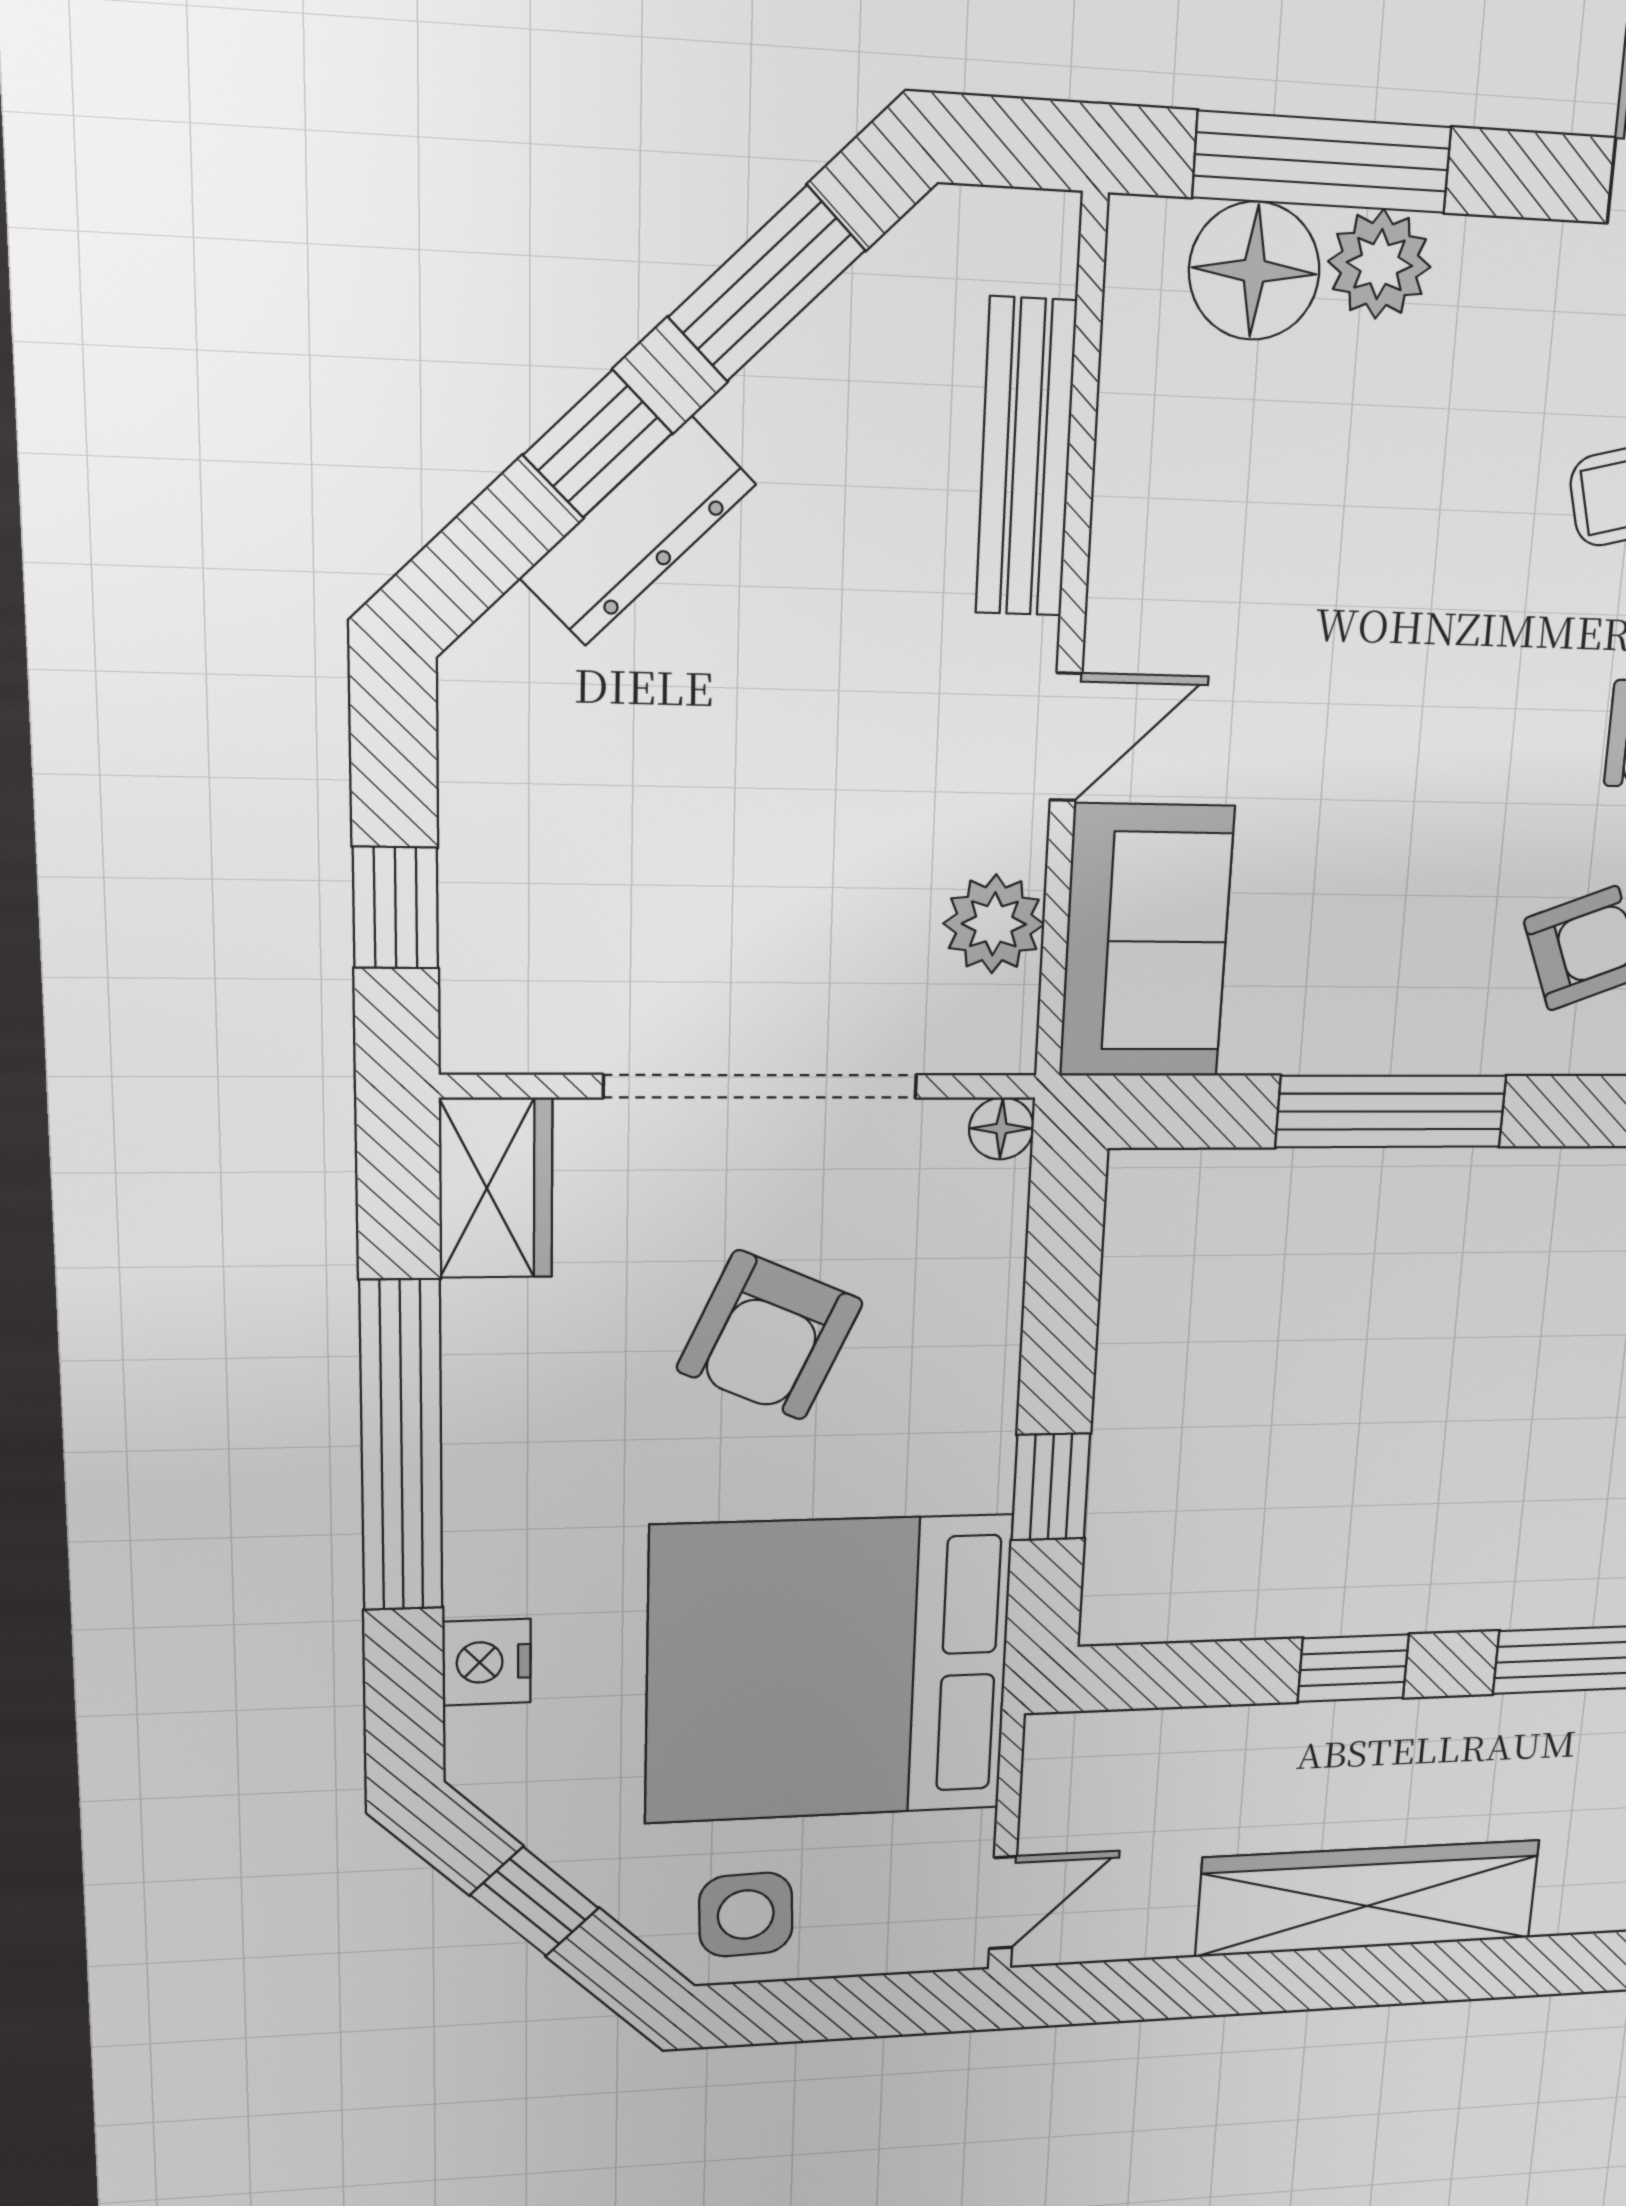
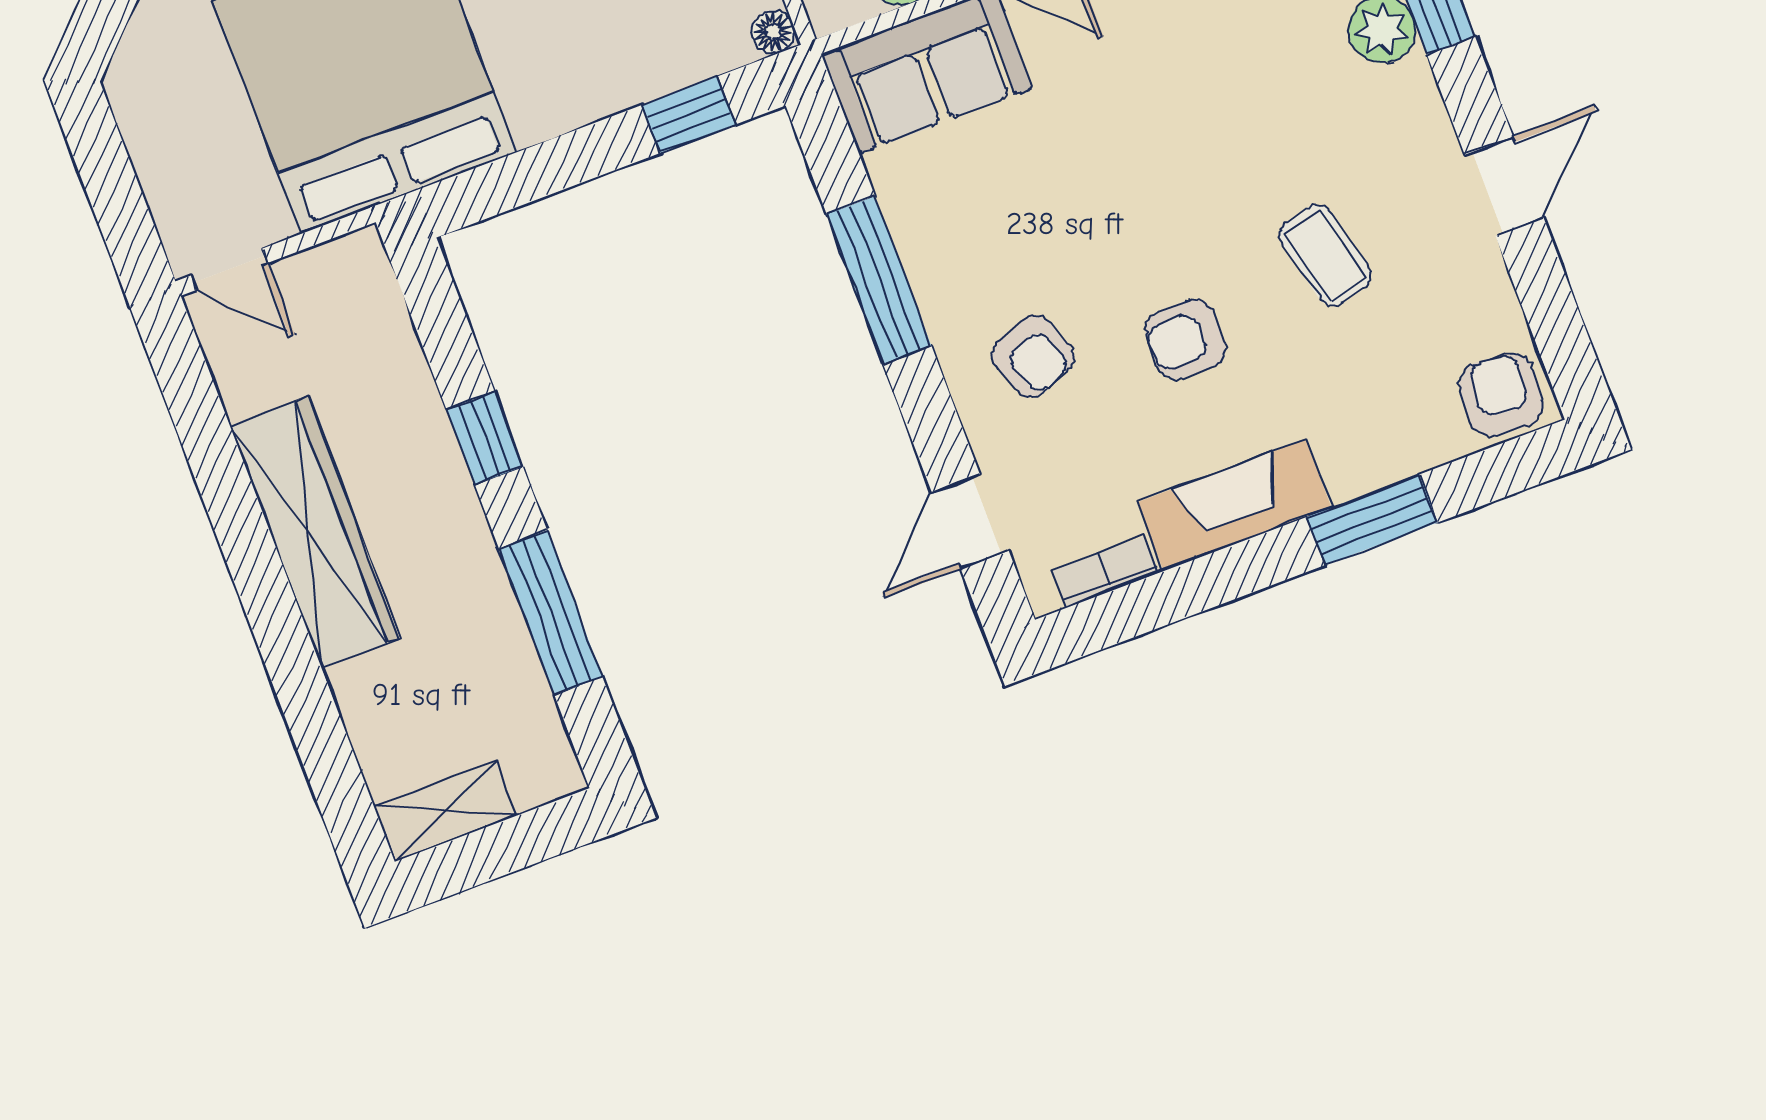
window: (1051, 1487) -> (689, 115), moved
side table: (746, 1915) -> (165, 95), removed

